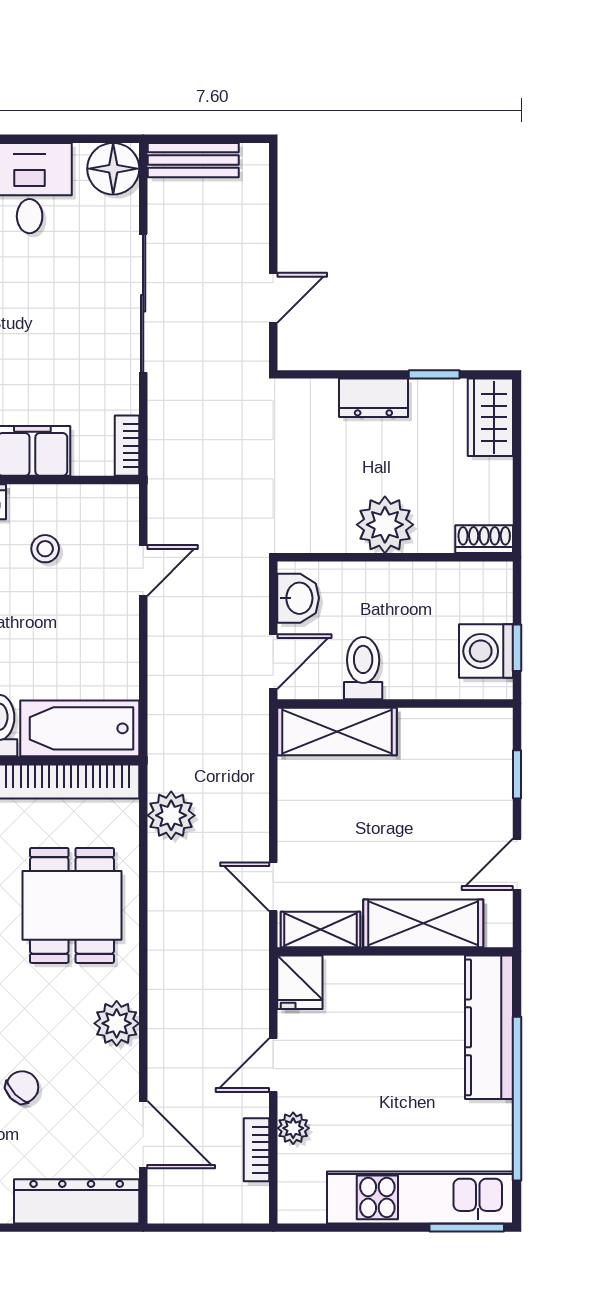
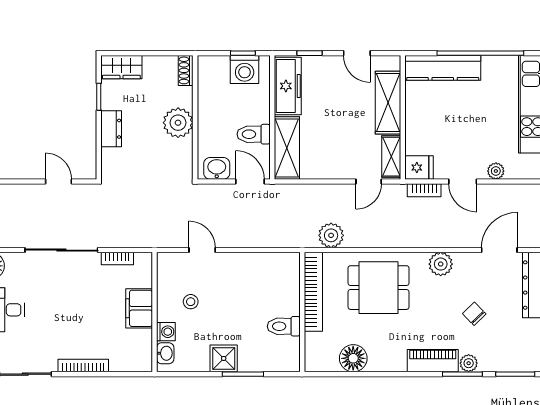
bookcase: (127, 446) -> (117, 259), moved
bathtub: (80, 728) -> (285, 283), removed
freezer: (455, 733) -> (288, 86), added
bookcase: (256, 1150) -> (424, 190), moved

